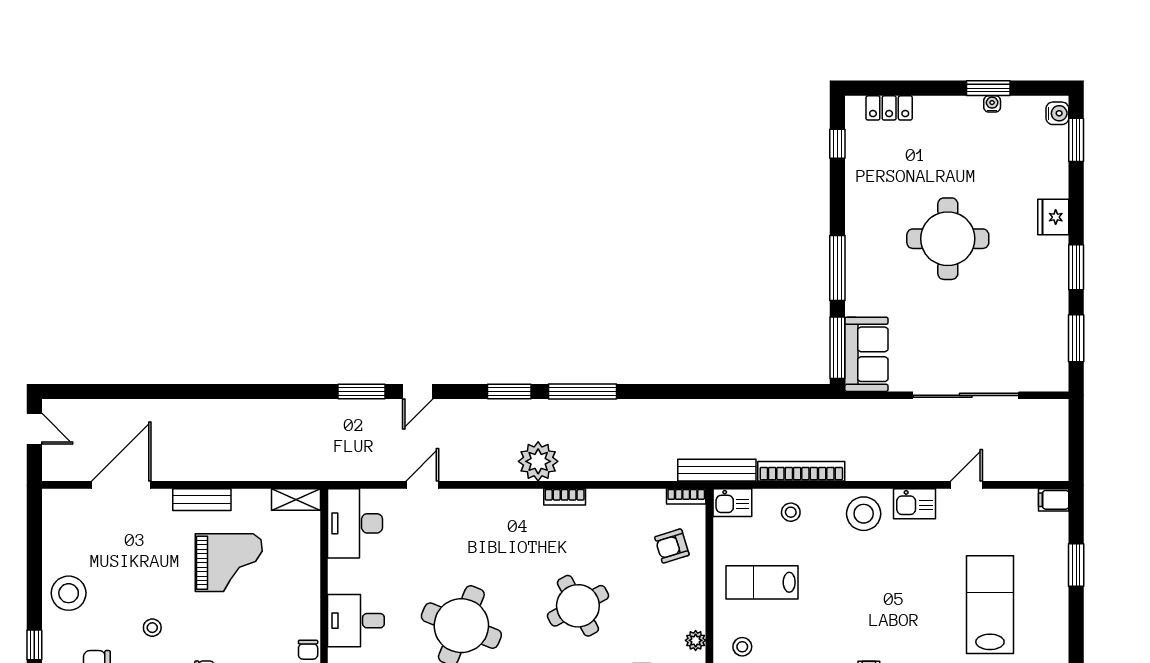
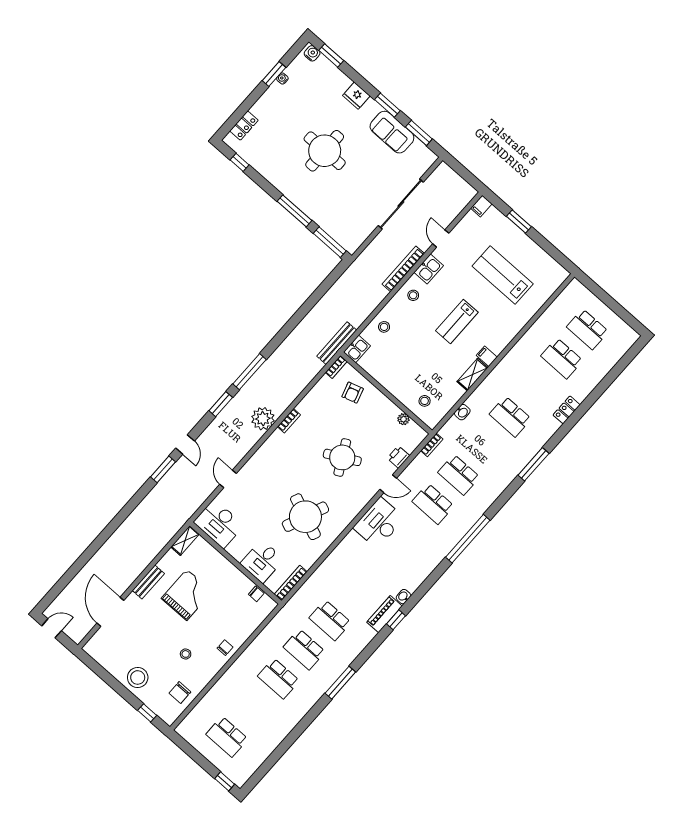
sofa: (866, 354) -> (392, 132), moved, turned 180
bookcase: (801, 471) -> (403, 269), moved
stool: (864, 514) -> (413, 295), width x0.53, depth x0.53
lab bench: (762, 582) -> (457, 321), moved

